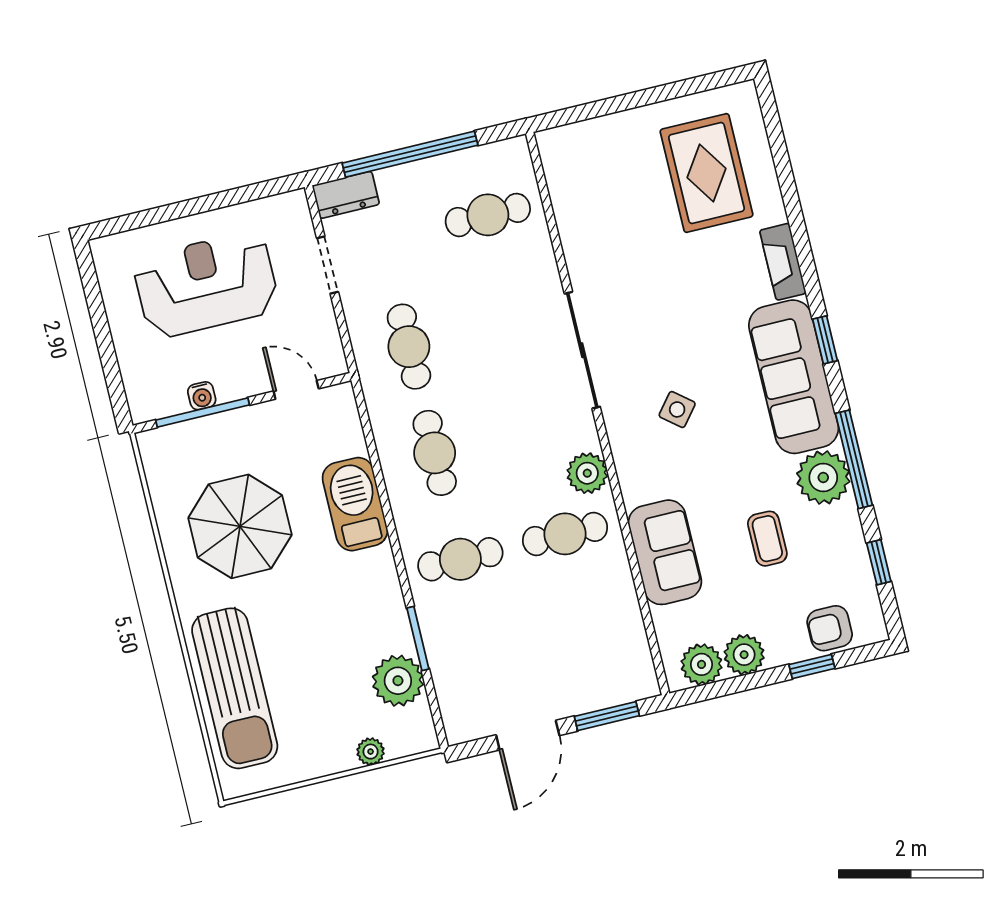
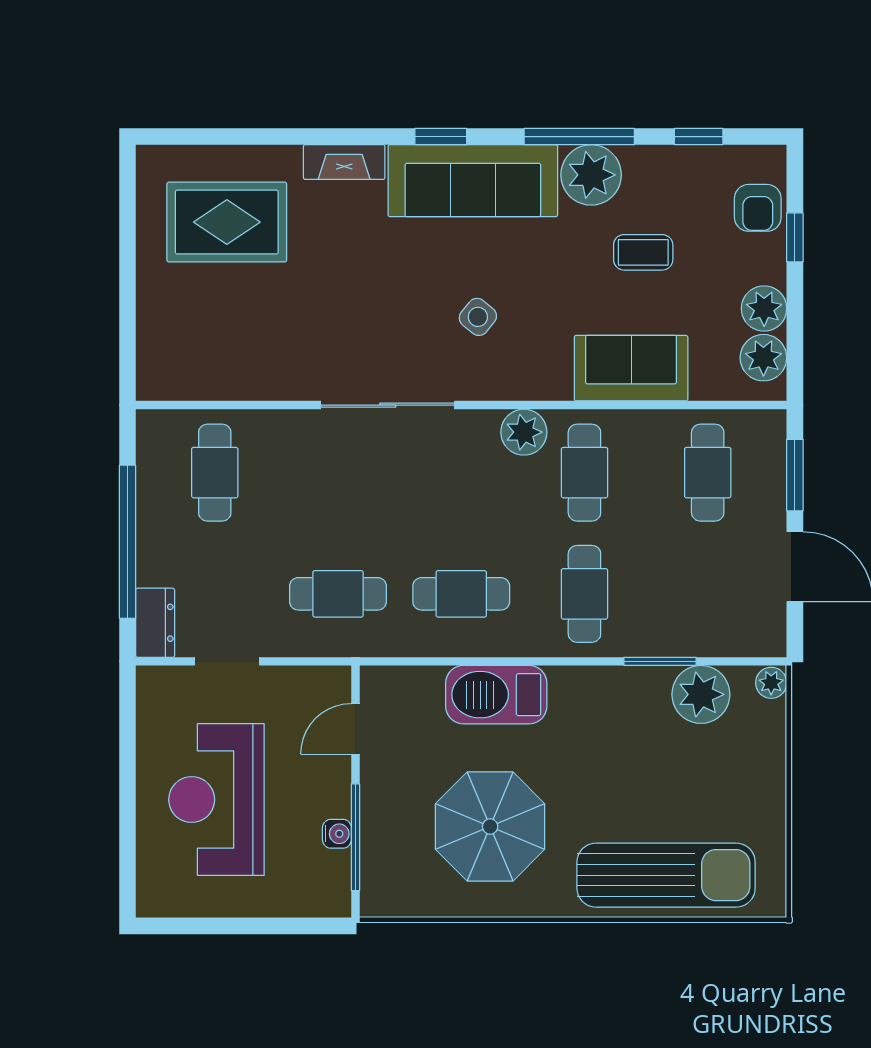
cafe table: (591, 640) -> (708, 473), added
plant: (371, 752) -> (771, 683), moved

